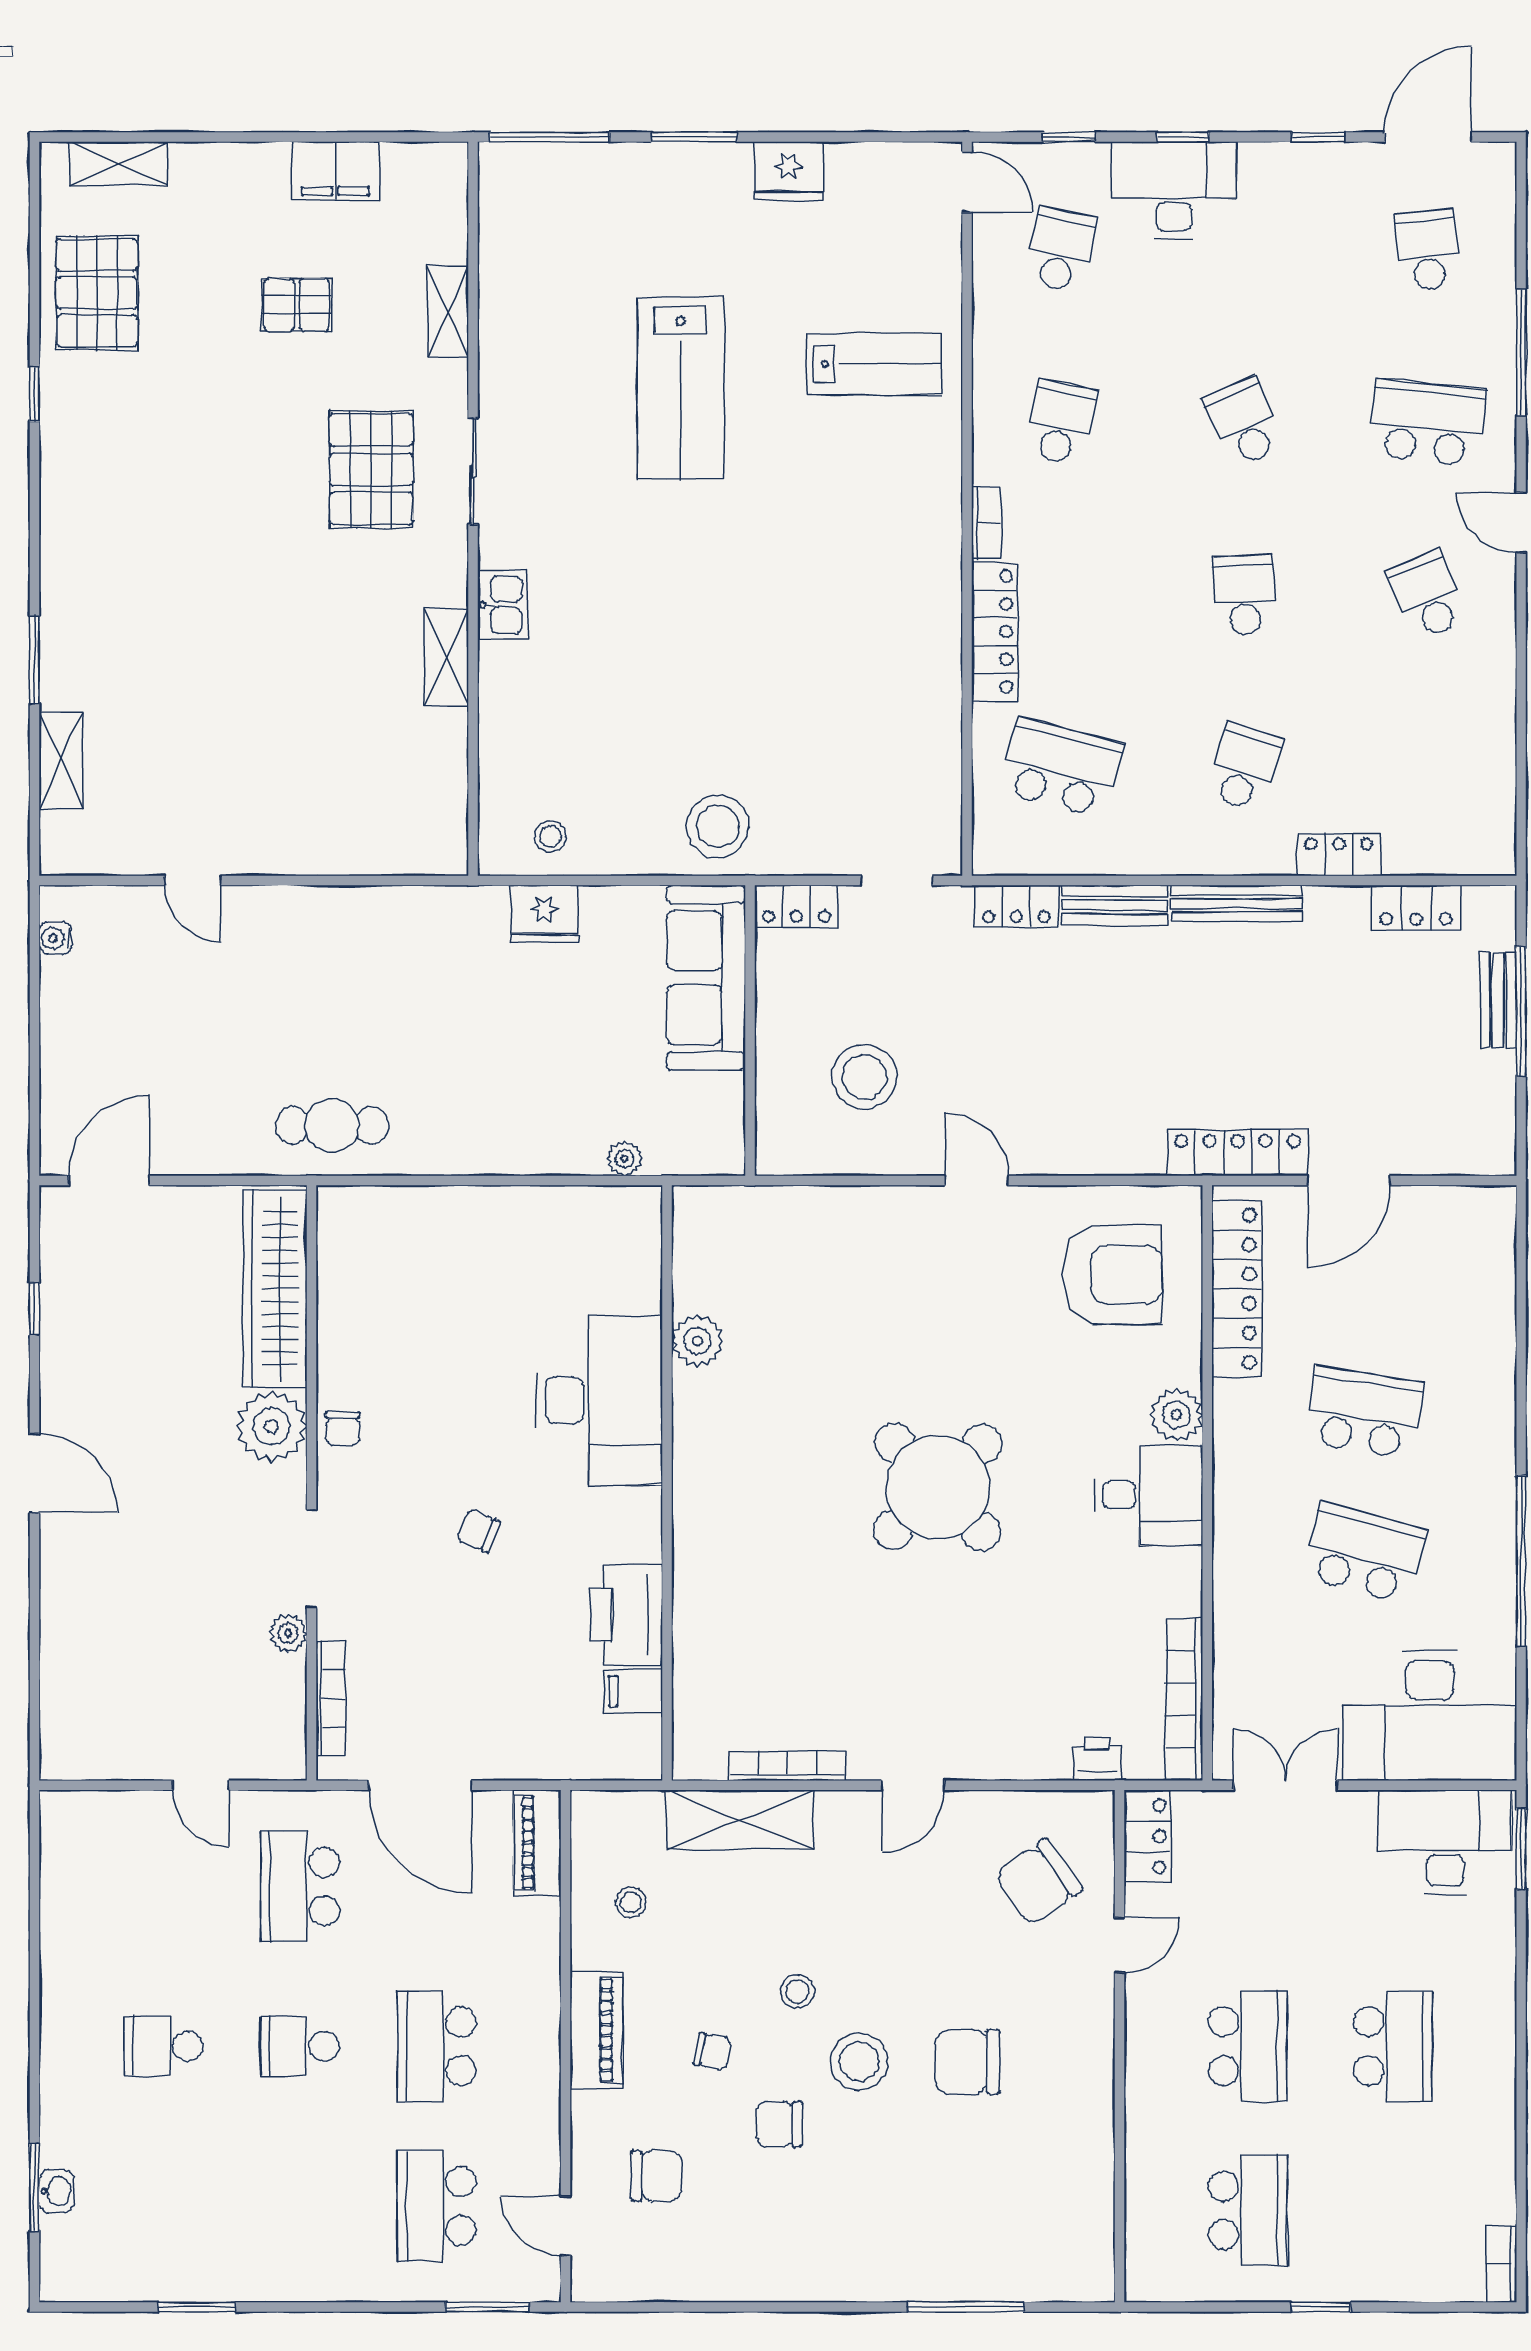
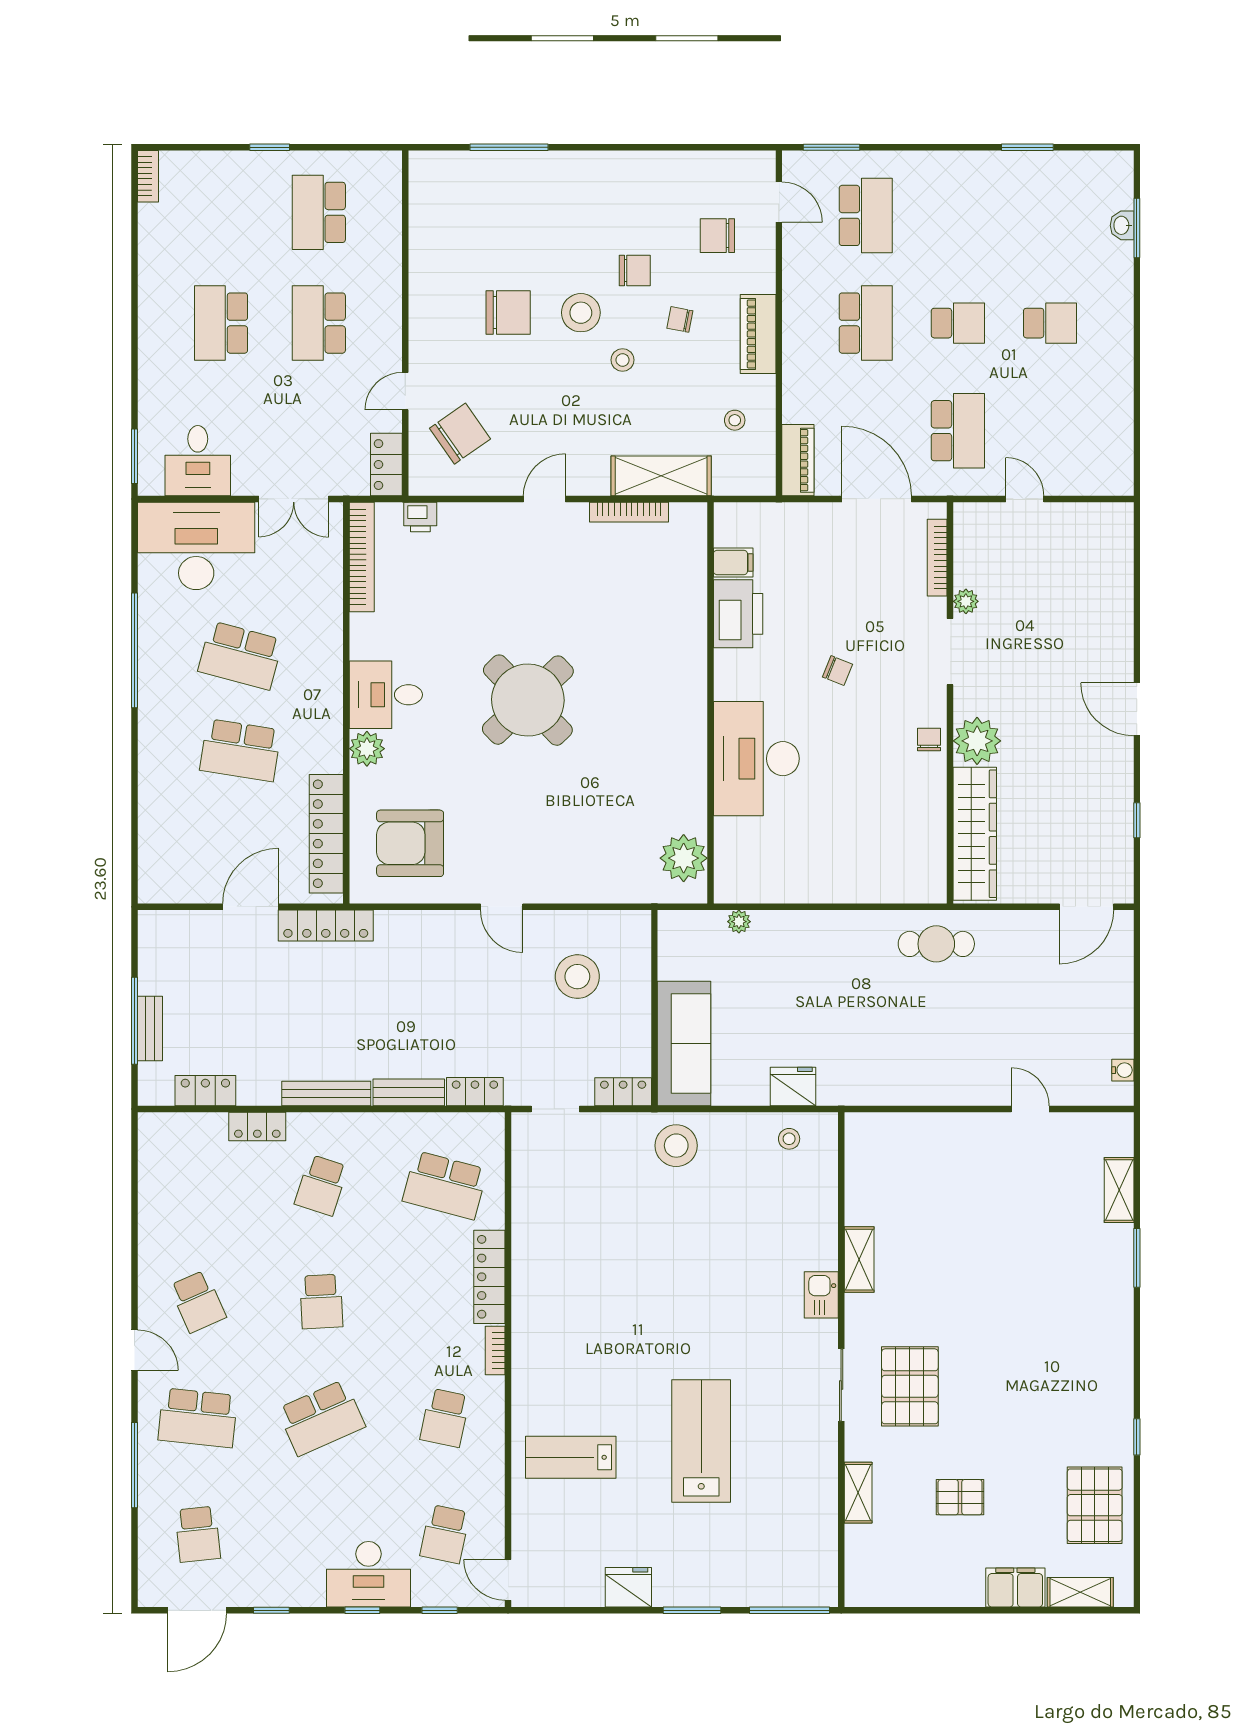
filing cabinet: (335, 171) -> (1015, 1588), moved
school desk: (1244, 422) -> (321, 1418), width x1.85
plant: (697, 1341) -> (684, 858), moved, width x1.36, depth x1.36
desk: (1445, 1842) -> (198, 461), width x0.73

